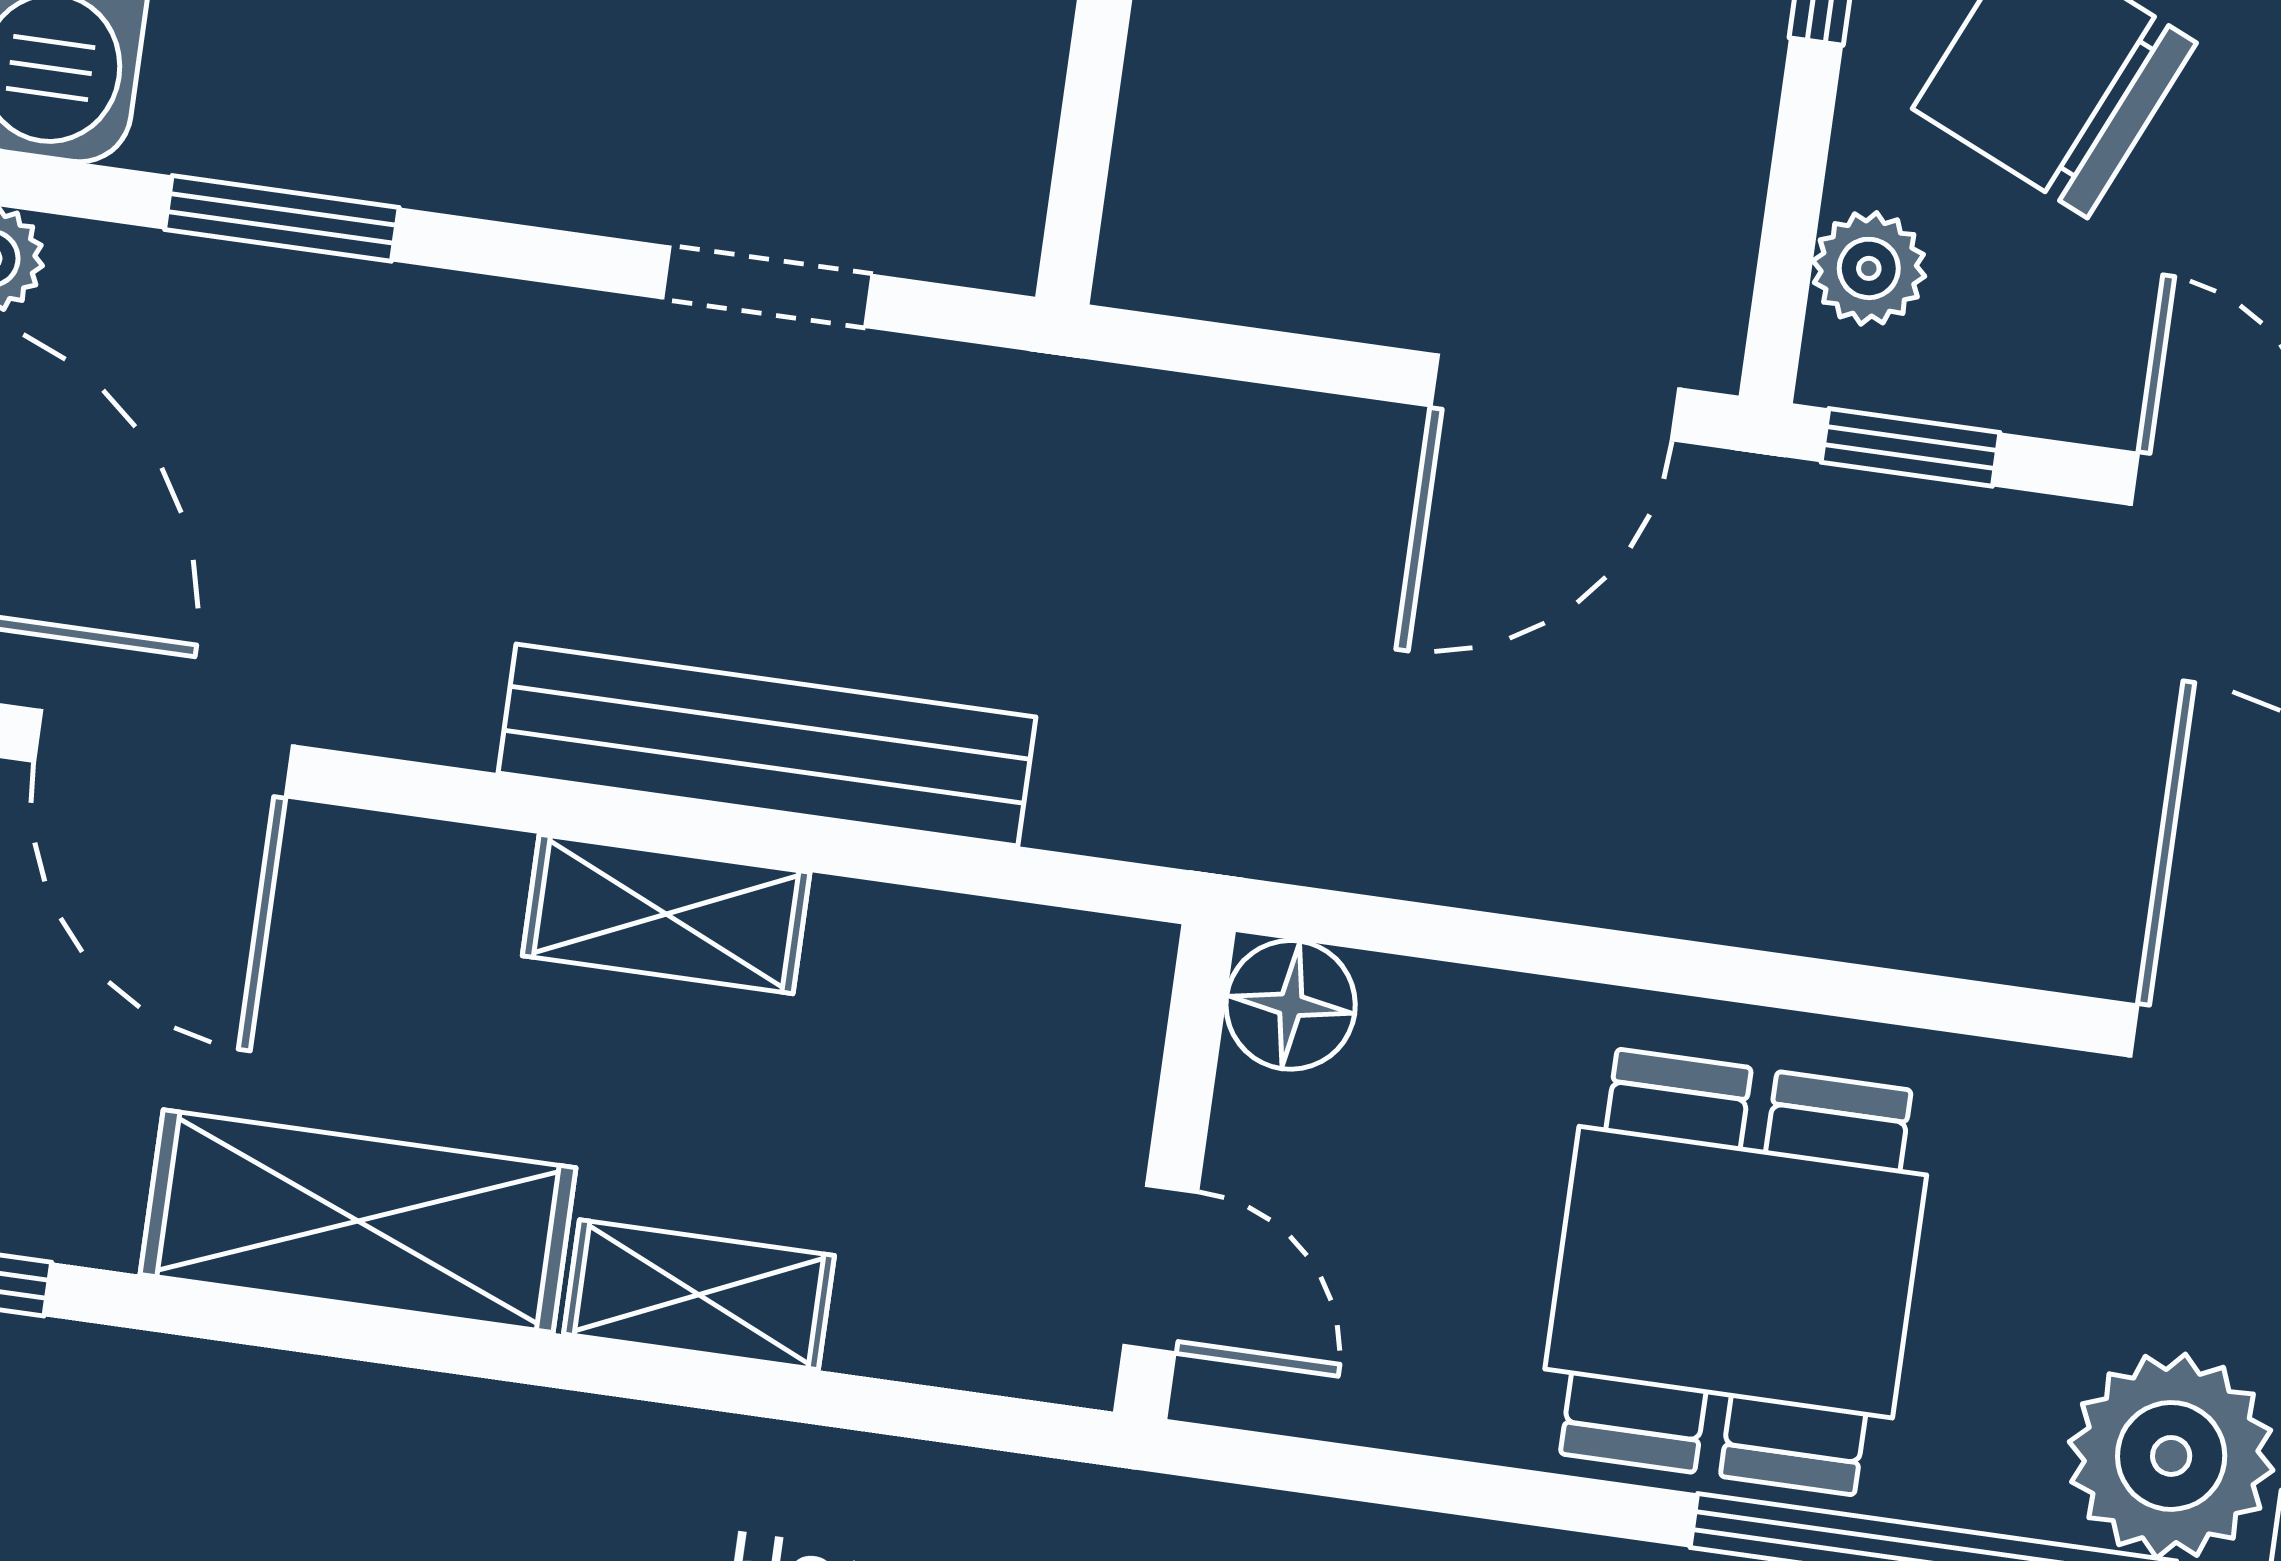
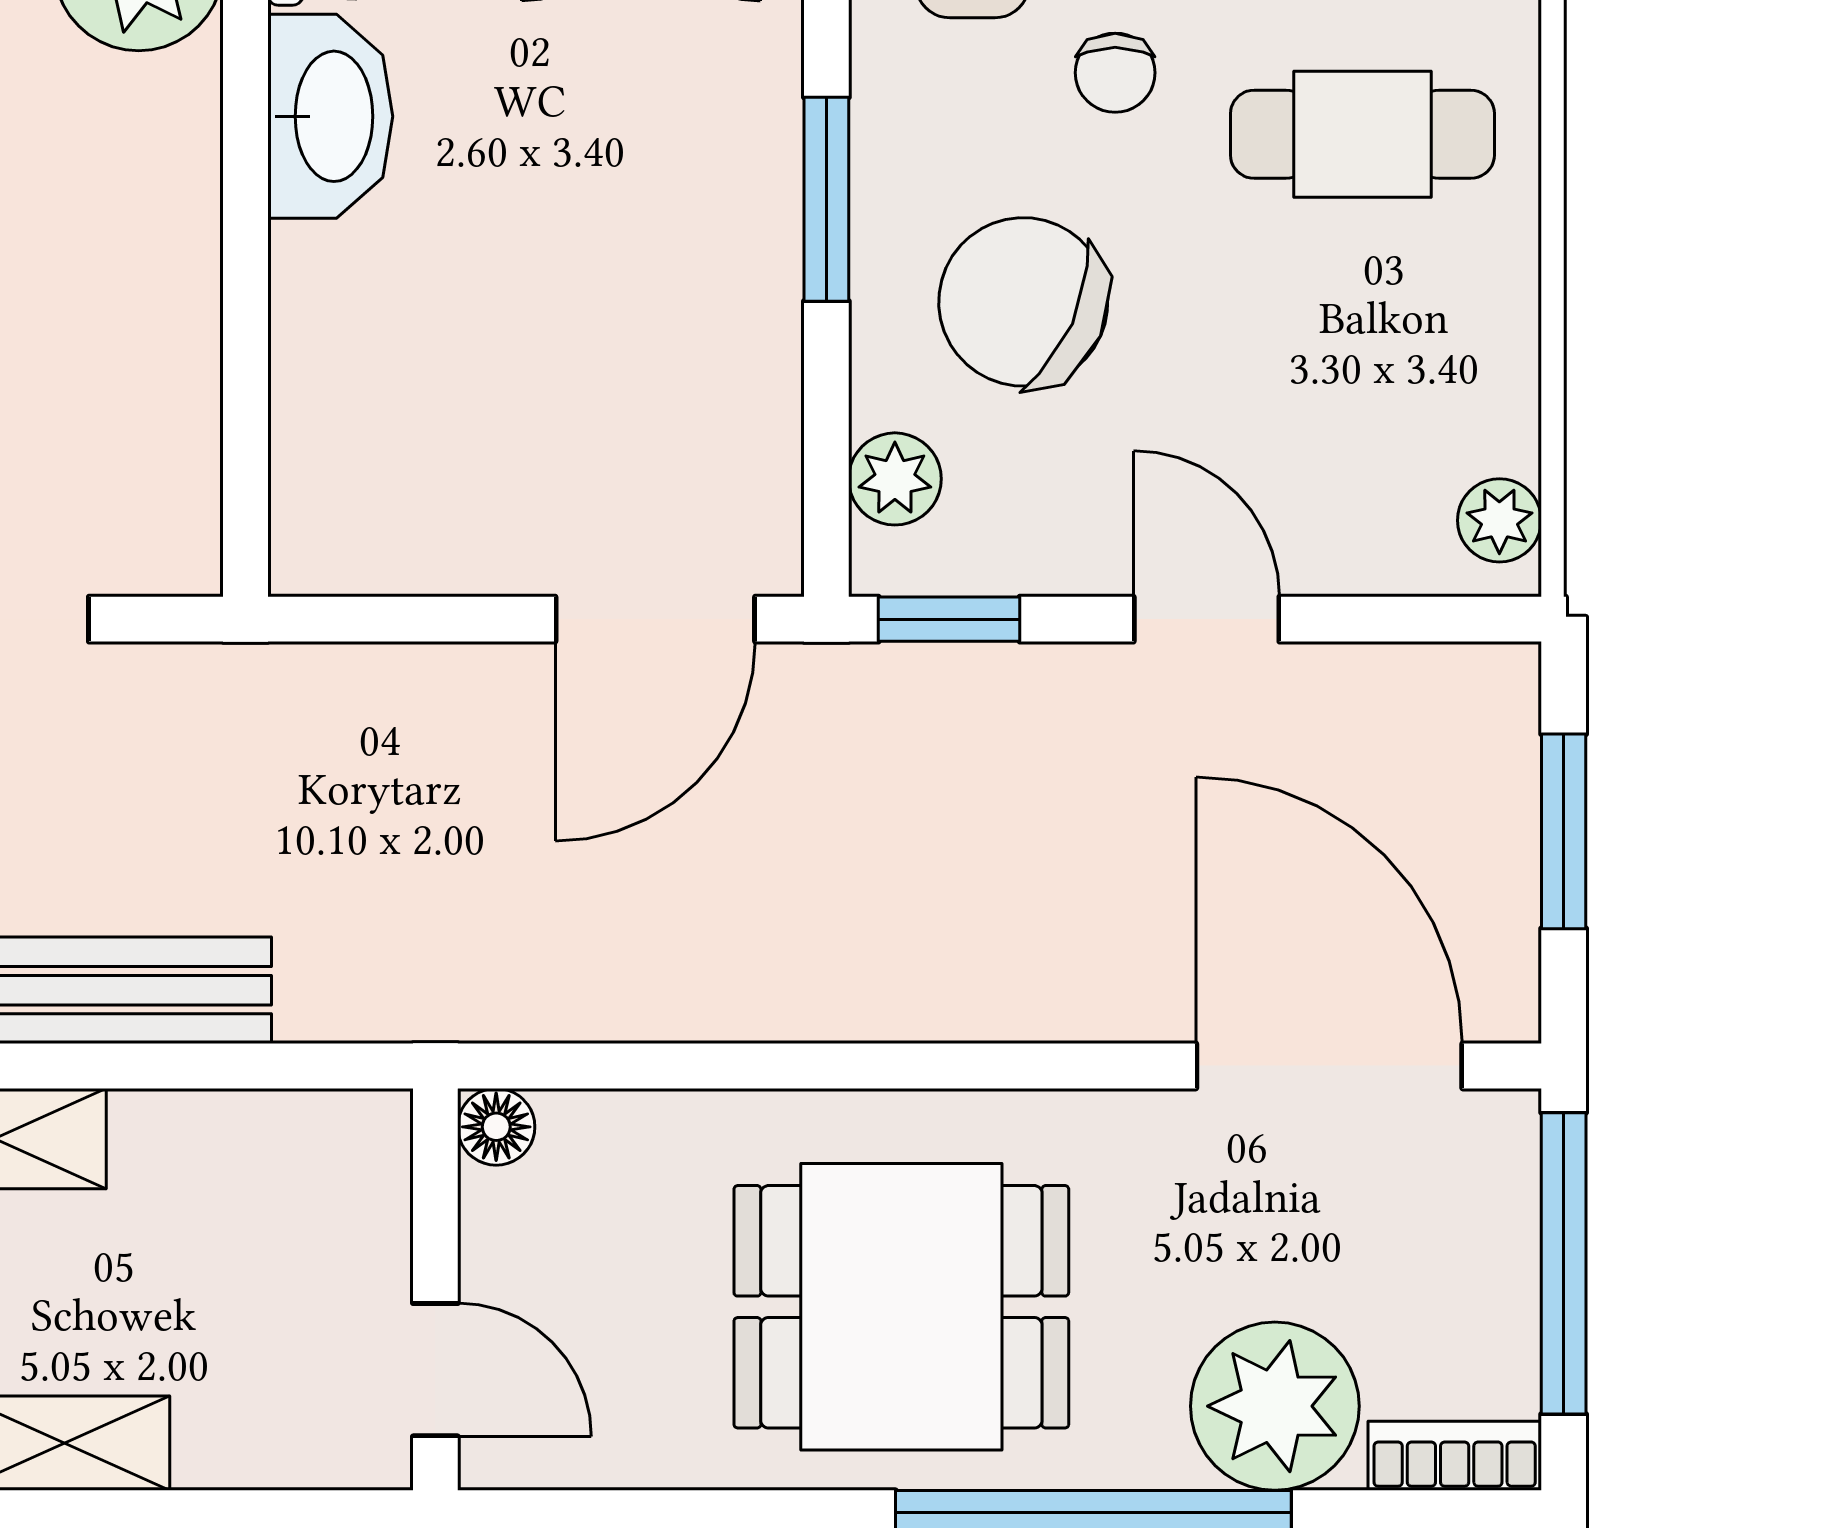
floor lamp: (1291, 1005) -> (496, 1127), width x0.73, depth x0.73
dining table: (1736, 1272) -> (901, 1307), turned 90

